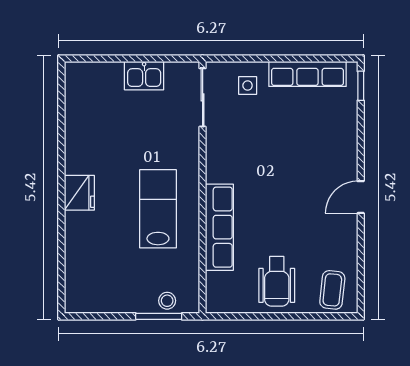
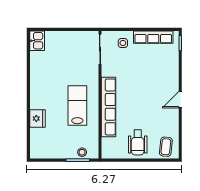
kitchen sink: (144, 76) -> (37, 41), moved, turned -90
fridge: (79, 193) -> (37, 119), moved
row of seats: (219, 227) -> (109, 107), width x1.36

